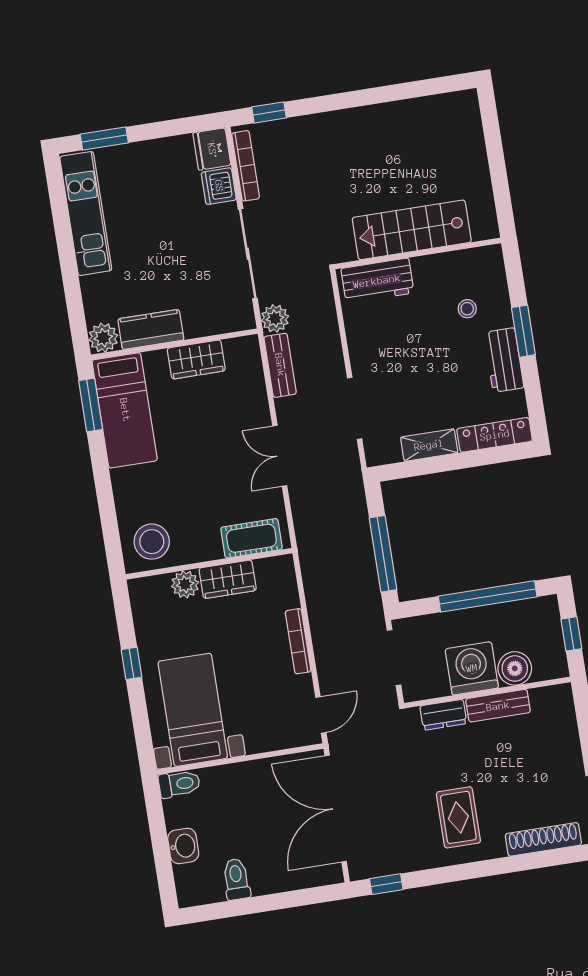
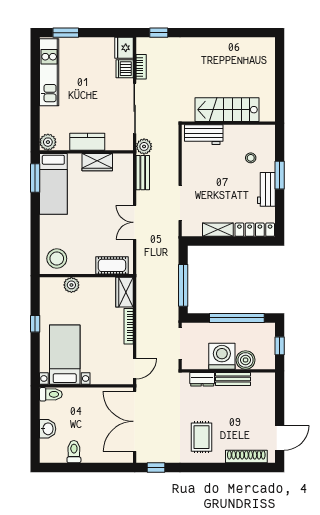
bookcase: (246, 166) -> (141, 67), width x0.64
kitchen counter: (151, 329) -> (87, 142), moved
wardrobe: (228, 579) -> (125, 292), moved, turned 90

